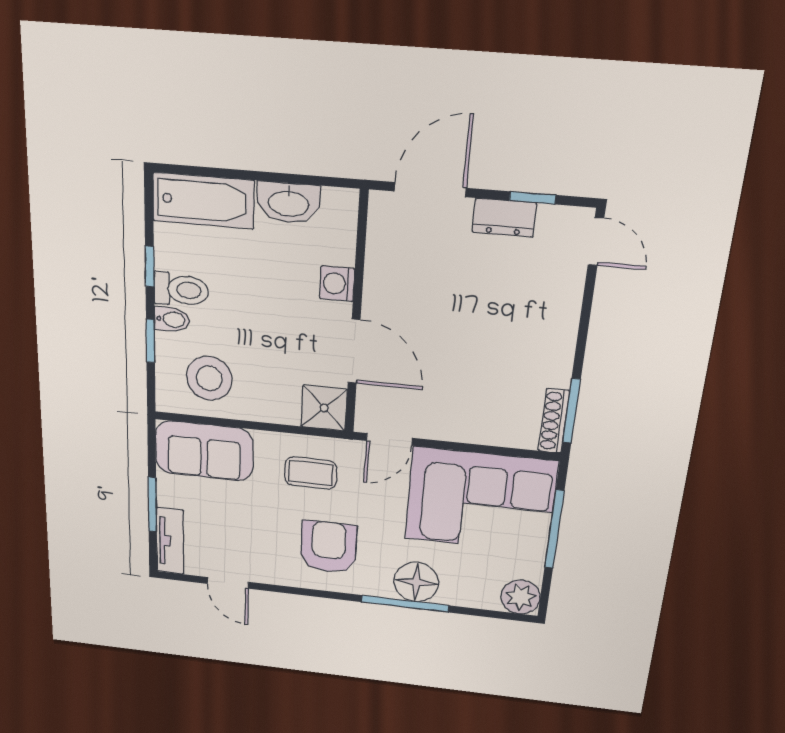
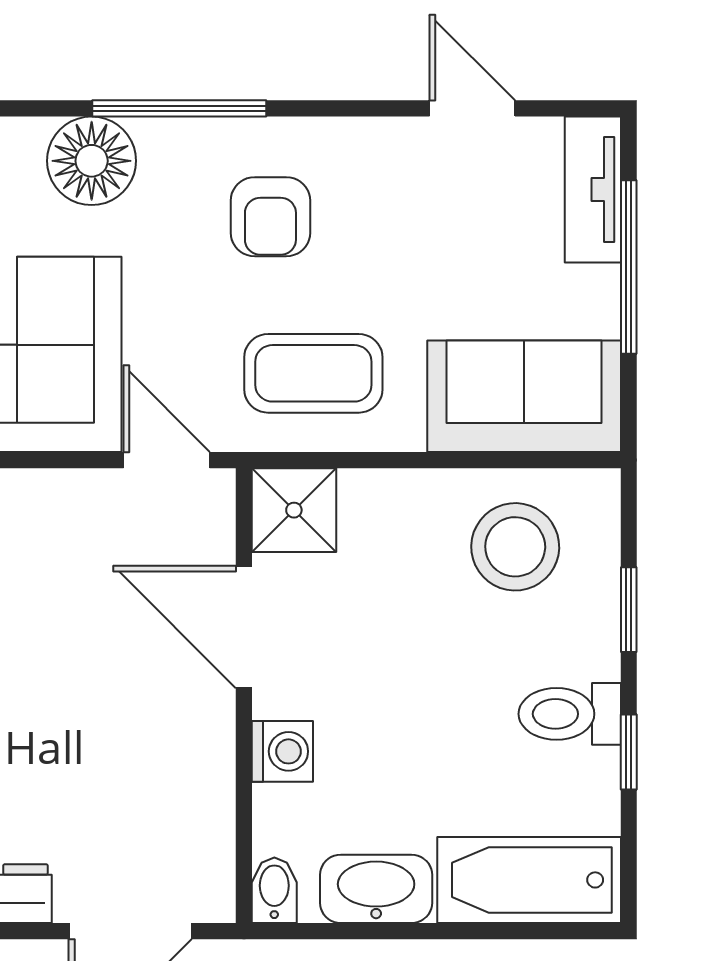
bidet: (172, 320) -> (274, 890), moved, turned 90
door: (389, 439) -> (167, 460), hinge flipped
coffee table: (311, 473) -> (313, 373), width x1.36, depth x1.30
window: (152, 505) -> (629, 267), width x1.44
armchair: (329, 547) -> (270, 217), width x0.72, depth x0.72
window: (405, 604) -> (179, 108), moved

